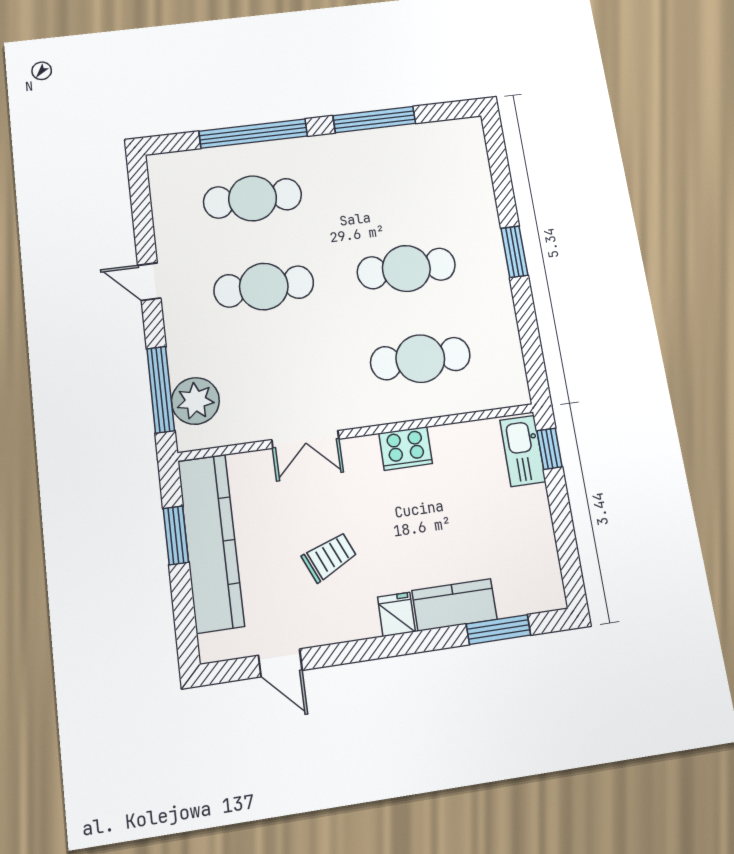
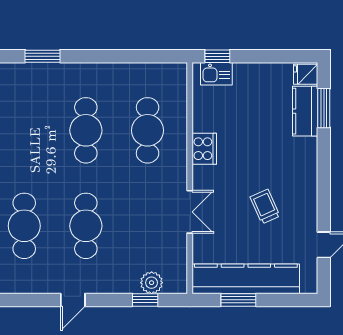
window: (514, 252) -> (43, 56), moved
window: (161, 389) -> (145, 300), width x0.46
plant: (195, 401) -> (152, 283), width x0.73, depth x0.73
kitchen sink: (523, 451) -> (216, 74), width x0.73
kitchen counter: (454, 605) -> (305, 111), moved
fridge: (396, 614) -> (306, 74), moved

